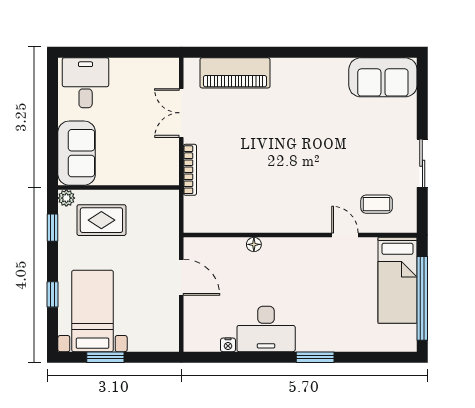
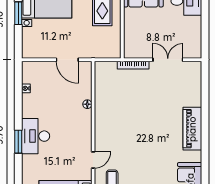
piano: (235, 73) -> (192, 129), moved
door: (181, 277) -> (67, 60), hinge flipped
desk: (266, 329) -> (36, 136), moved

